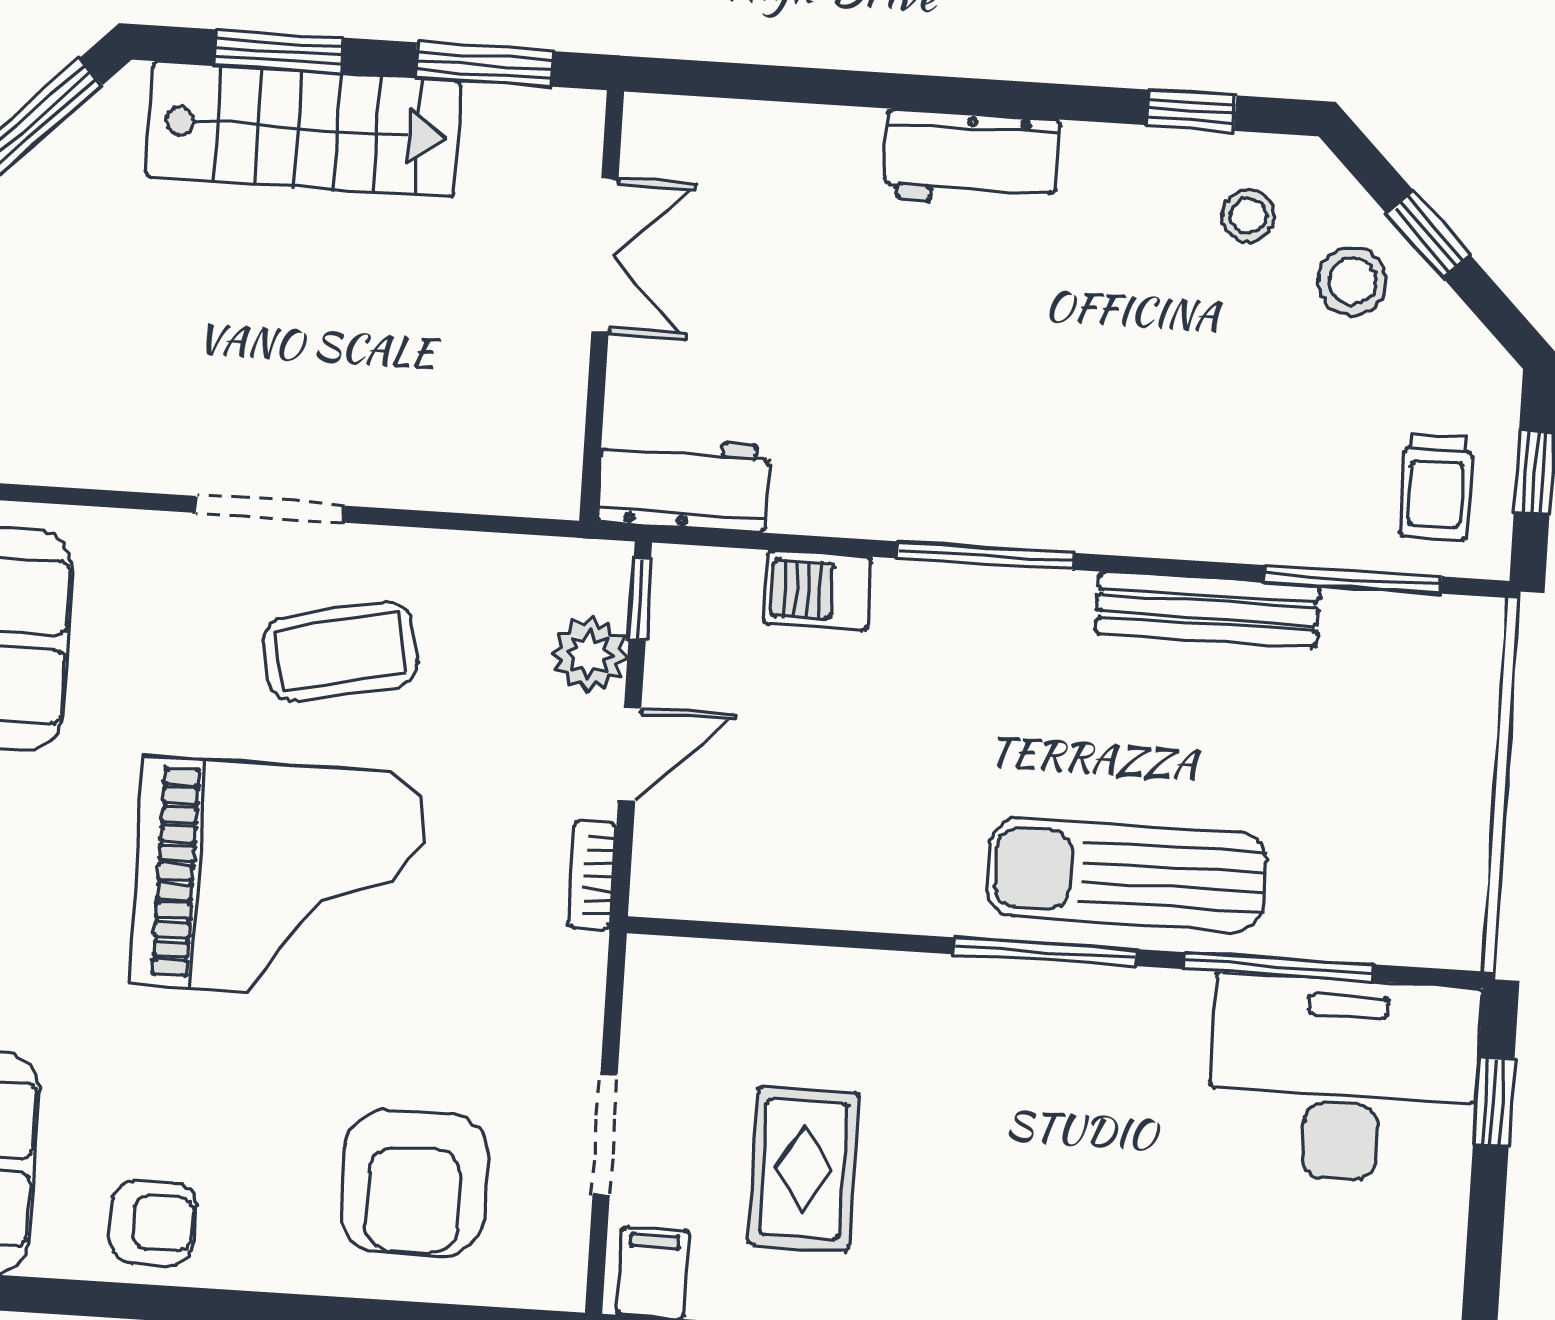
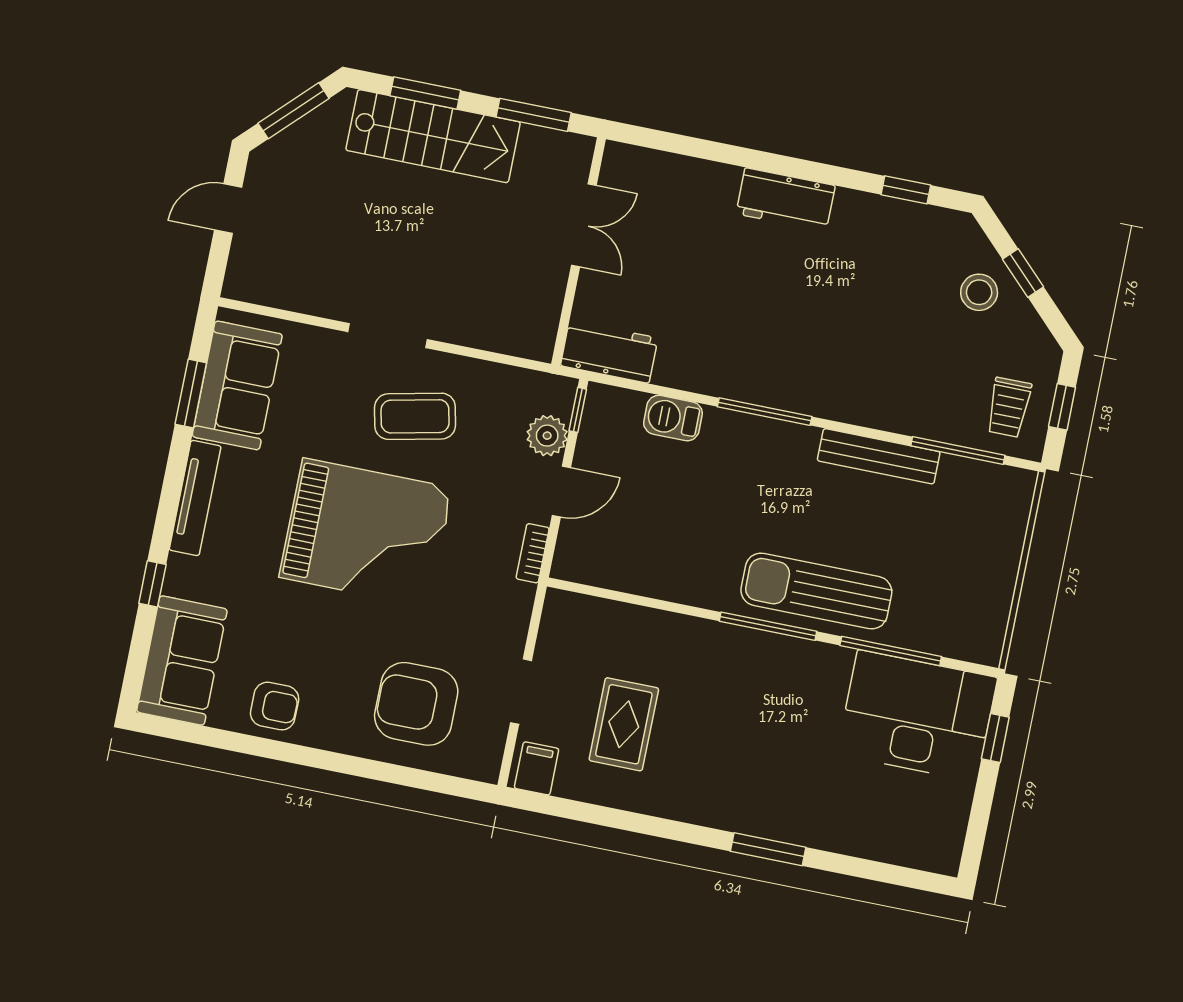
stool: (1248, 216) -> (928, 250), removed
armchair: (414, 1183) -> (416, 704), turned 90

